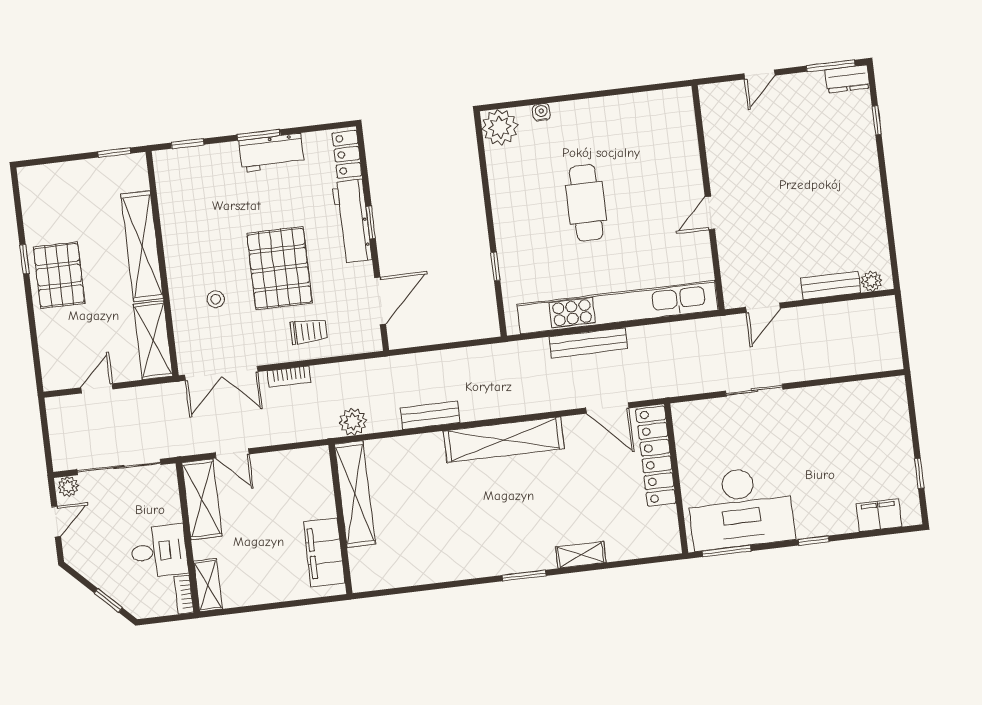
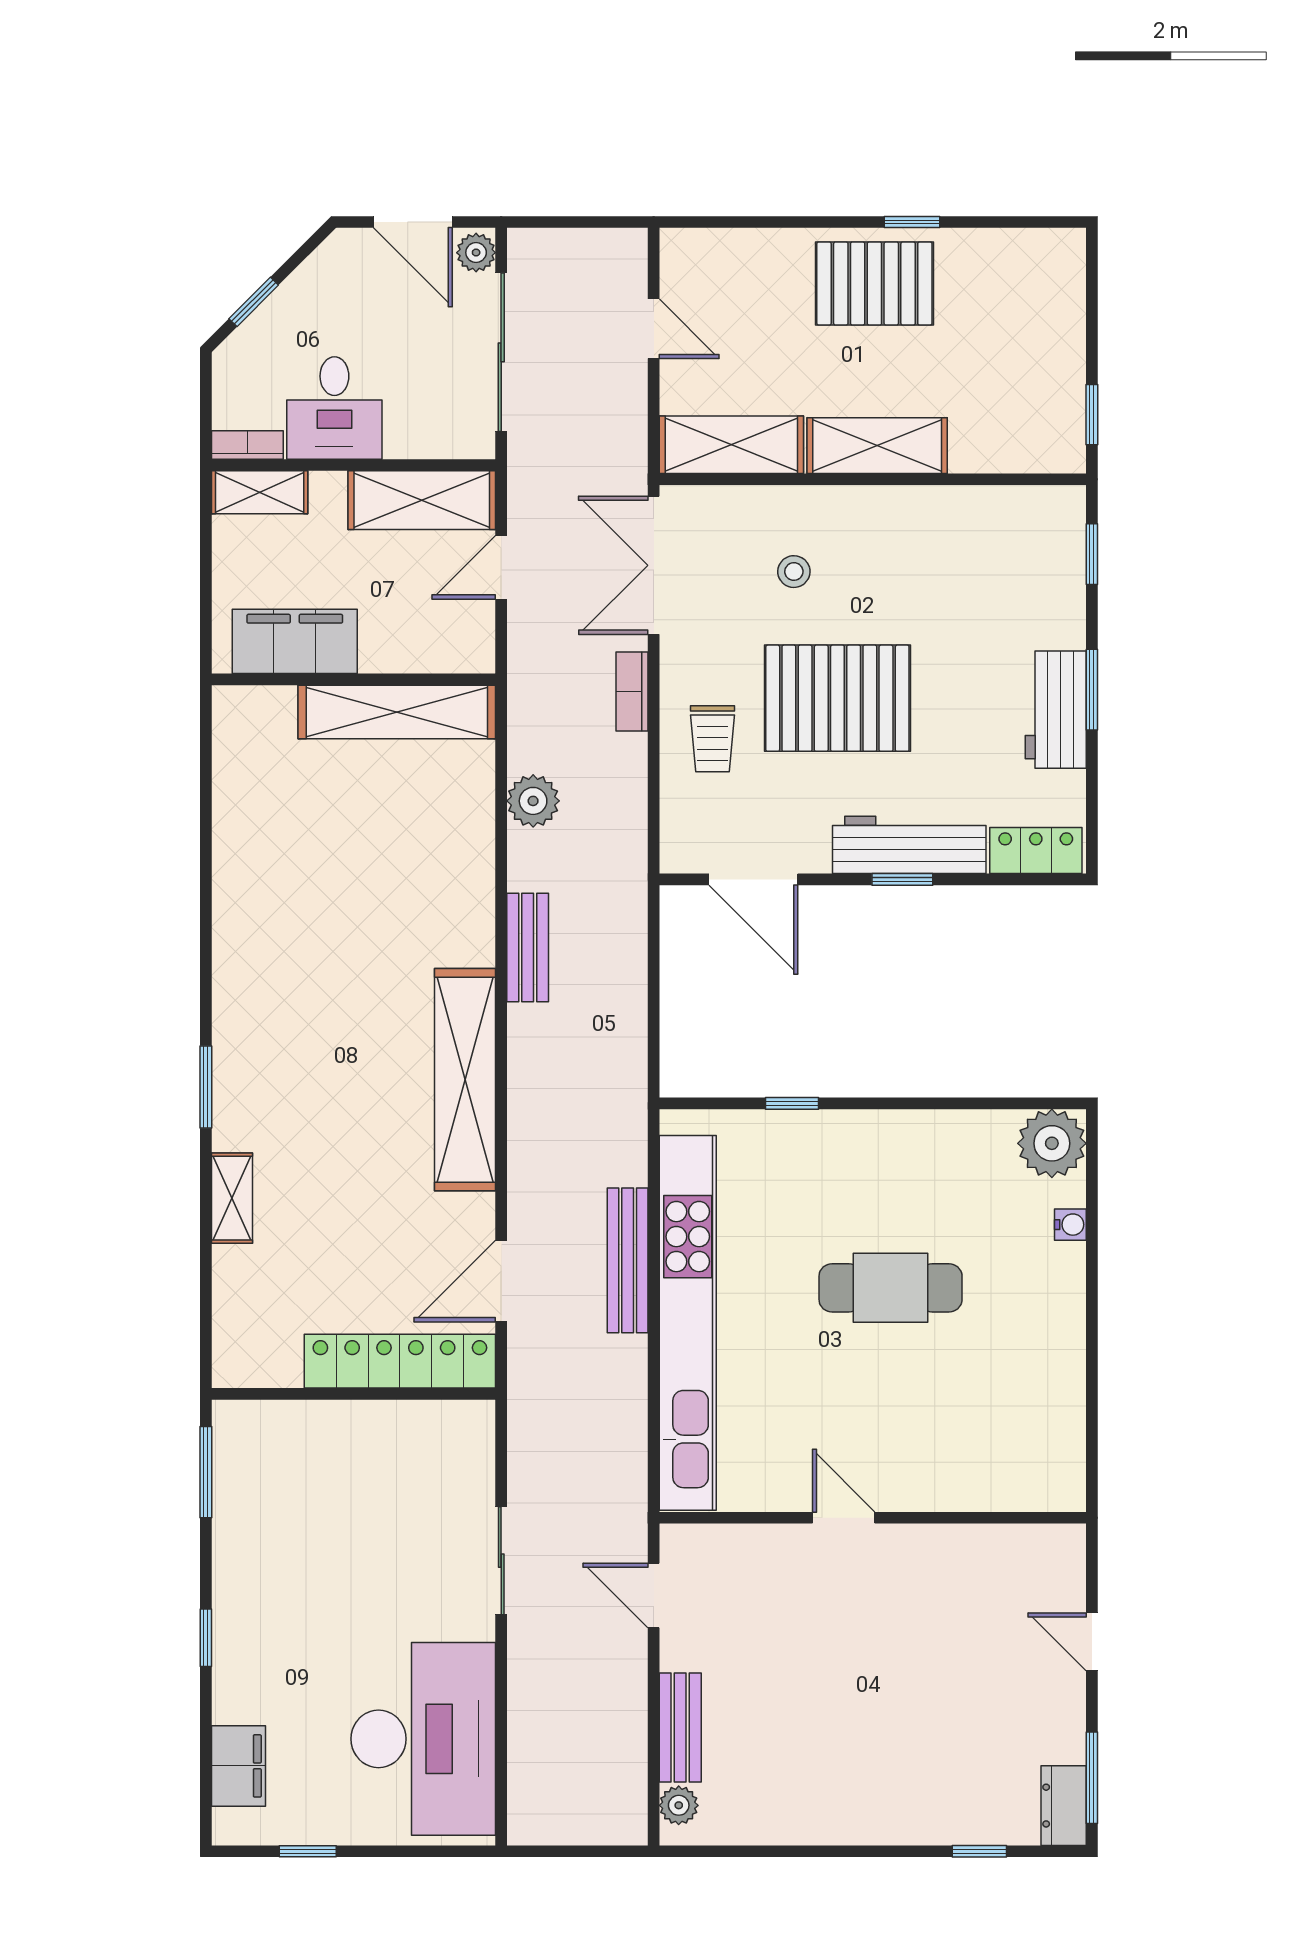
shelving: (142, 246) -> (877, 446), width x0.68
shelving: (355, 494) -> (397, 712), moved
desk: (740, 508) -> (423, 1739), moved, turned 180
wall: (340, 519) -> (353, 679), moved
door: (56, 522) -> (413, 222), width x1.38
filing cabinet: (324, 552) -> (295, 641), moved

